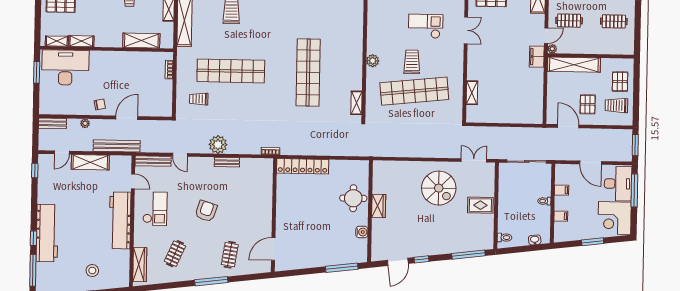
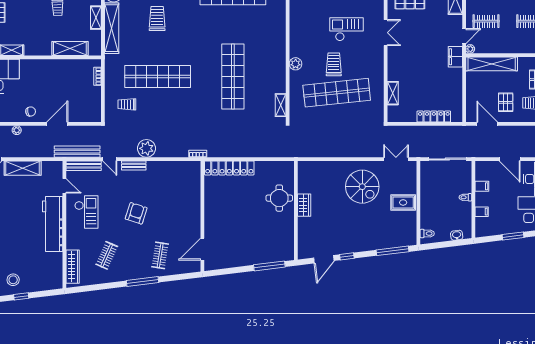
locker: (514, 118) -> (434, 117), added
bench: (117, 146) -> (77, 152), moved
bench: (227, 162) -> (134, 165), moved
water cooler: (362, 232) -> (288, 231), removed
stool: (92, 271) -> (13, 280), moved

